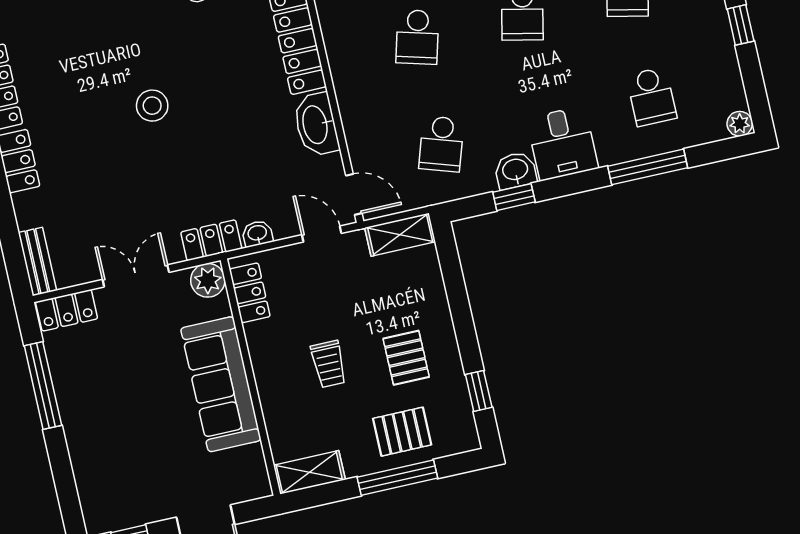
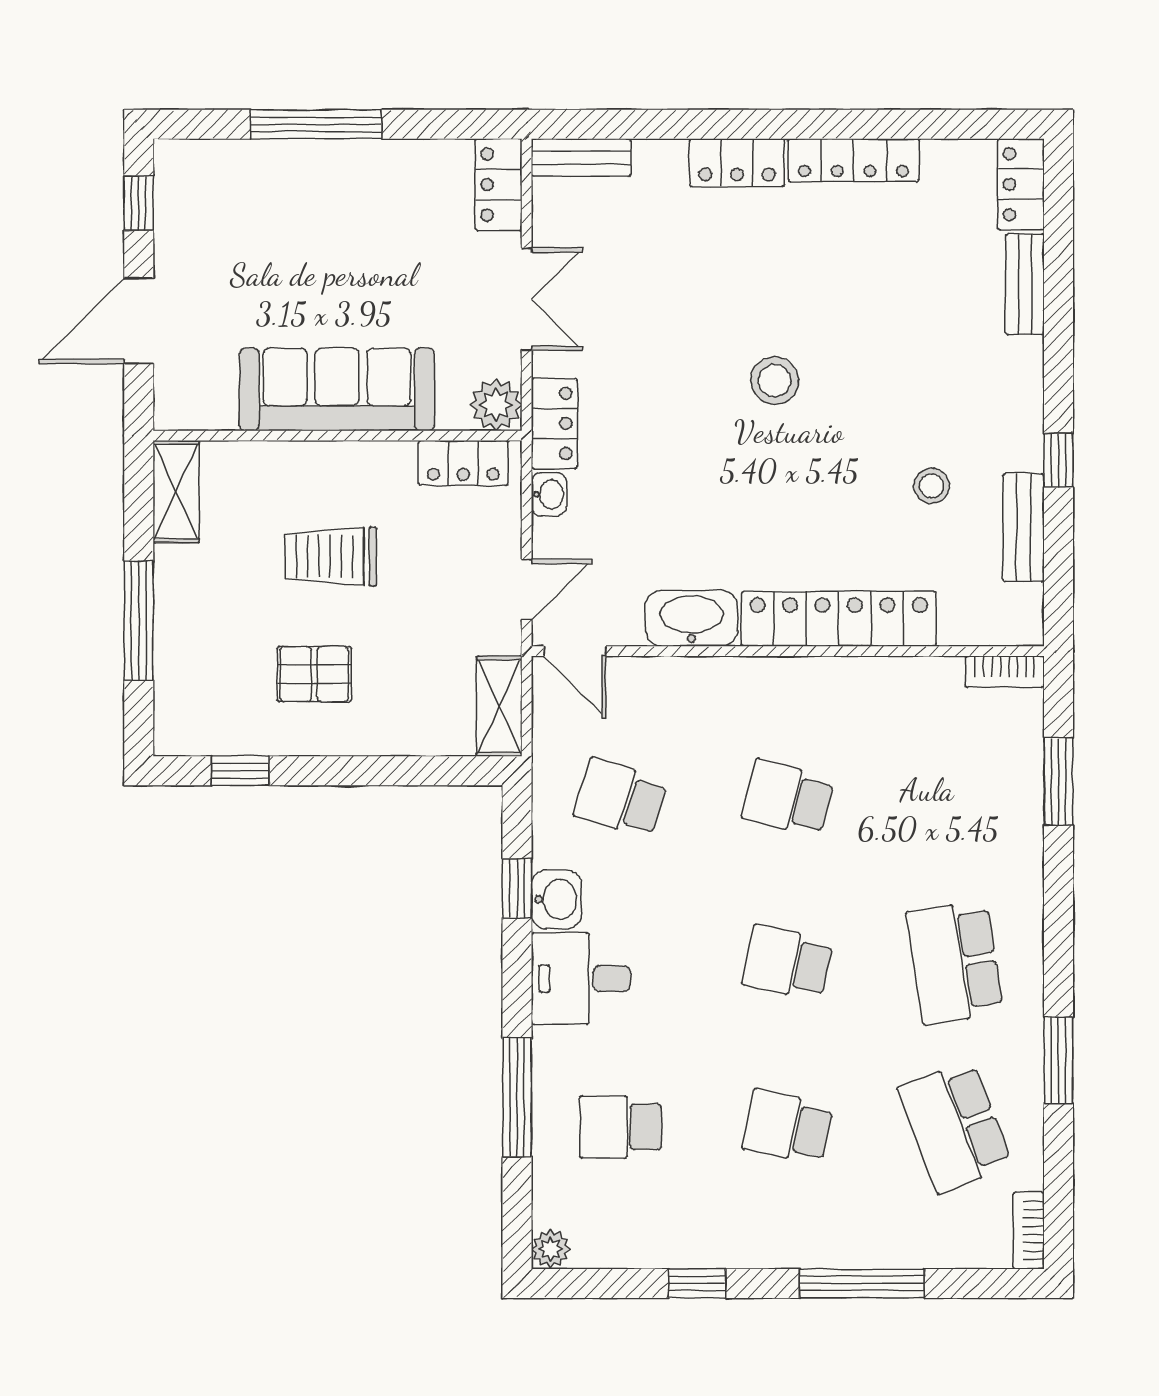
door: (354, 194) -> (575, 651), hinge flipped
trolley: (329, 364) -> (331, 557), width x1.36, depth x1.39
window: (43, 385) -> (316, 124), moved
pallet: (402, 432) -> (205, 643), removed

